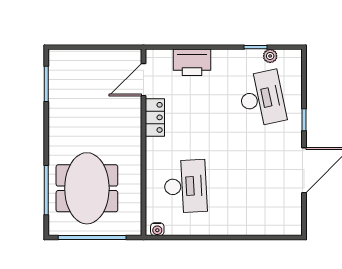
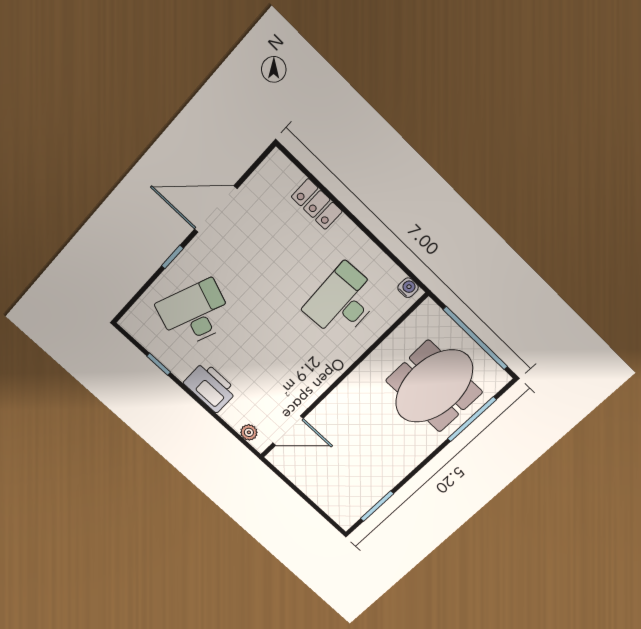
plant: (270, 56) -> (249, 432), moved
printer: (192, 62) -> (210, 387), moved
desk: (262, 98) -> (195, 314), turned 33
locker: (155, 117) -> (317, 204), moved, turned -90

